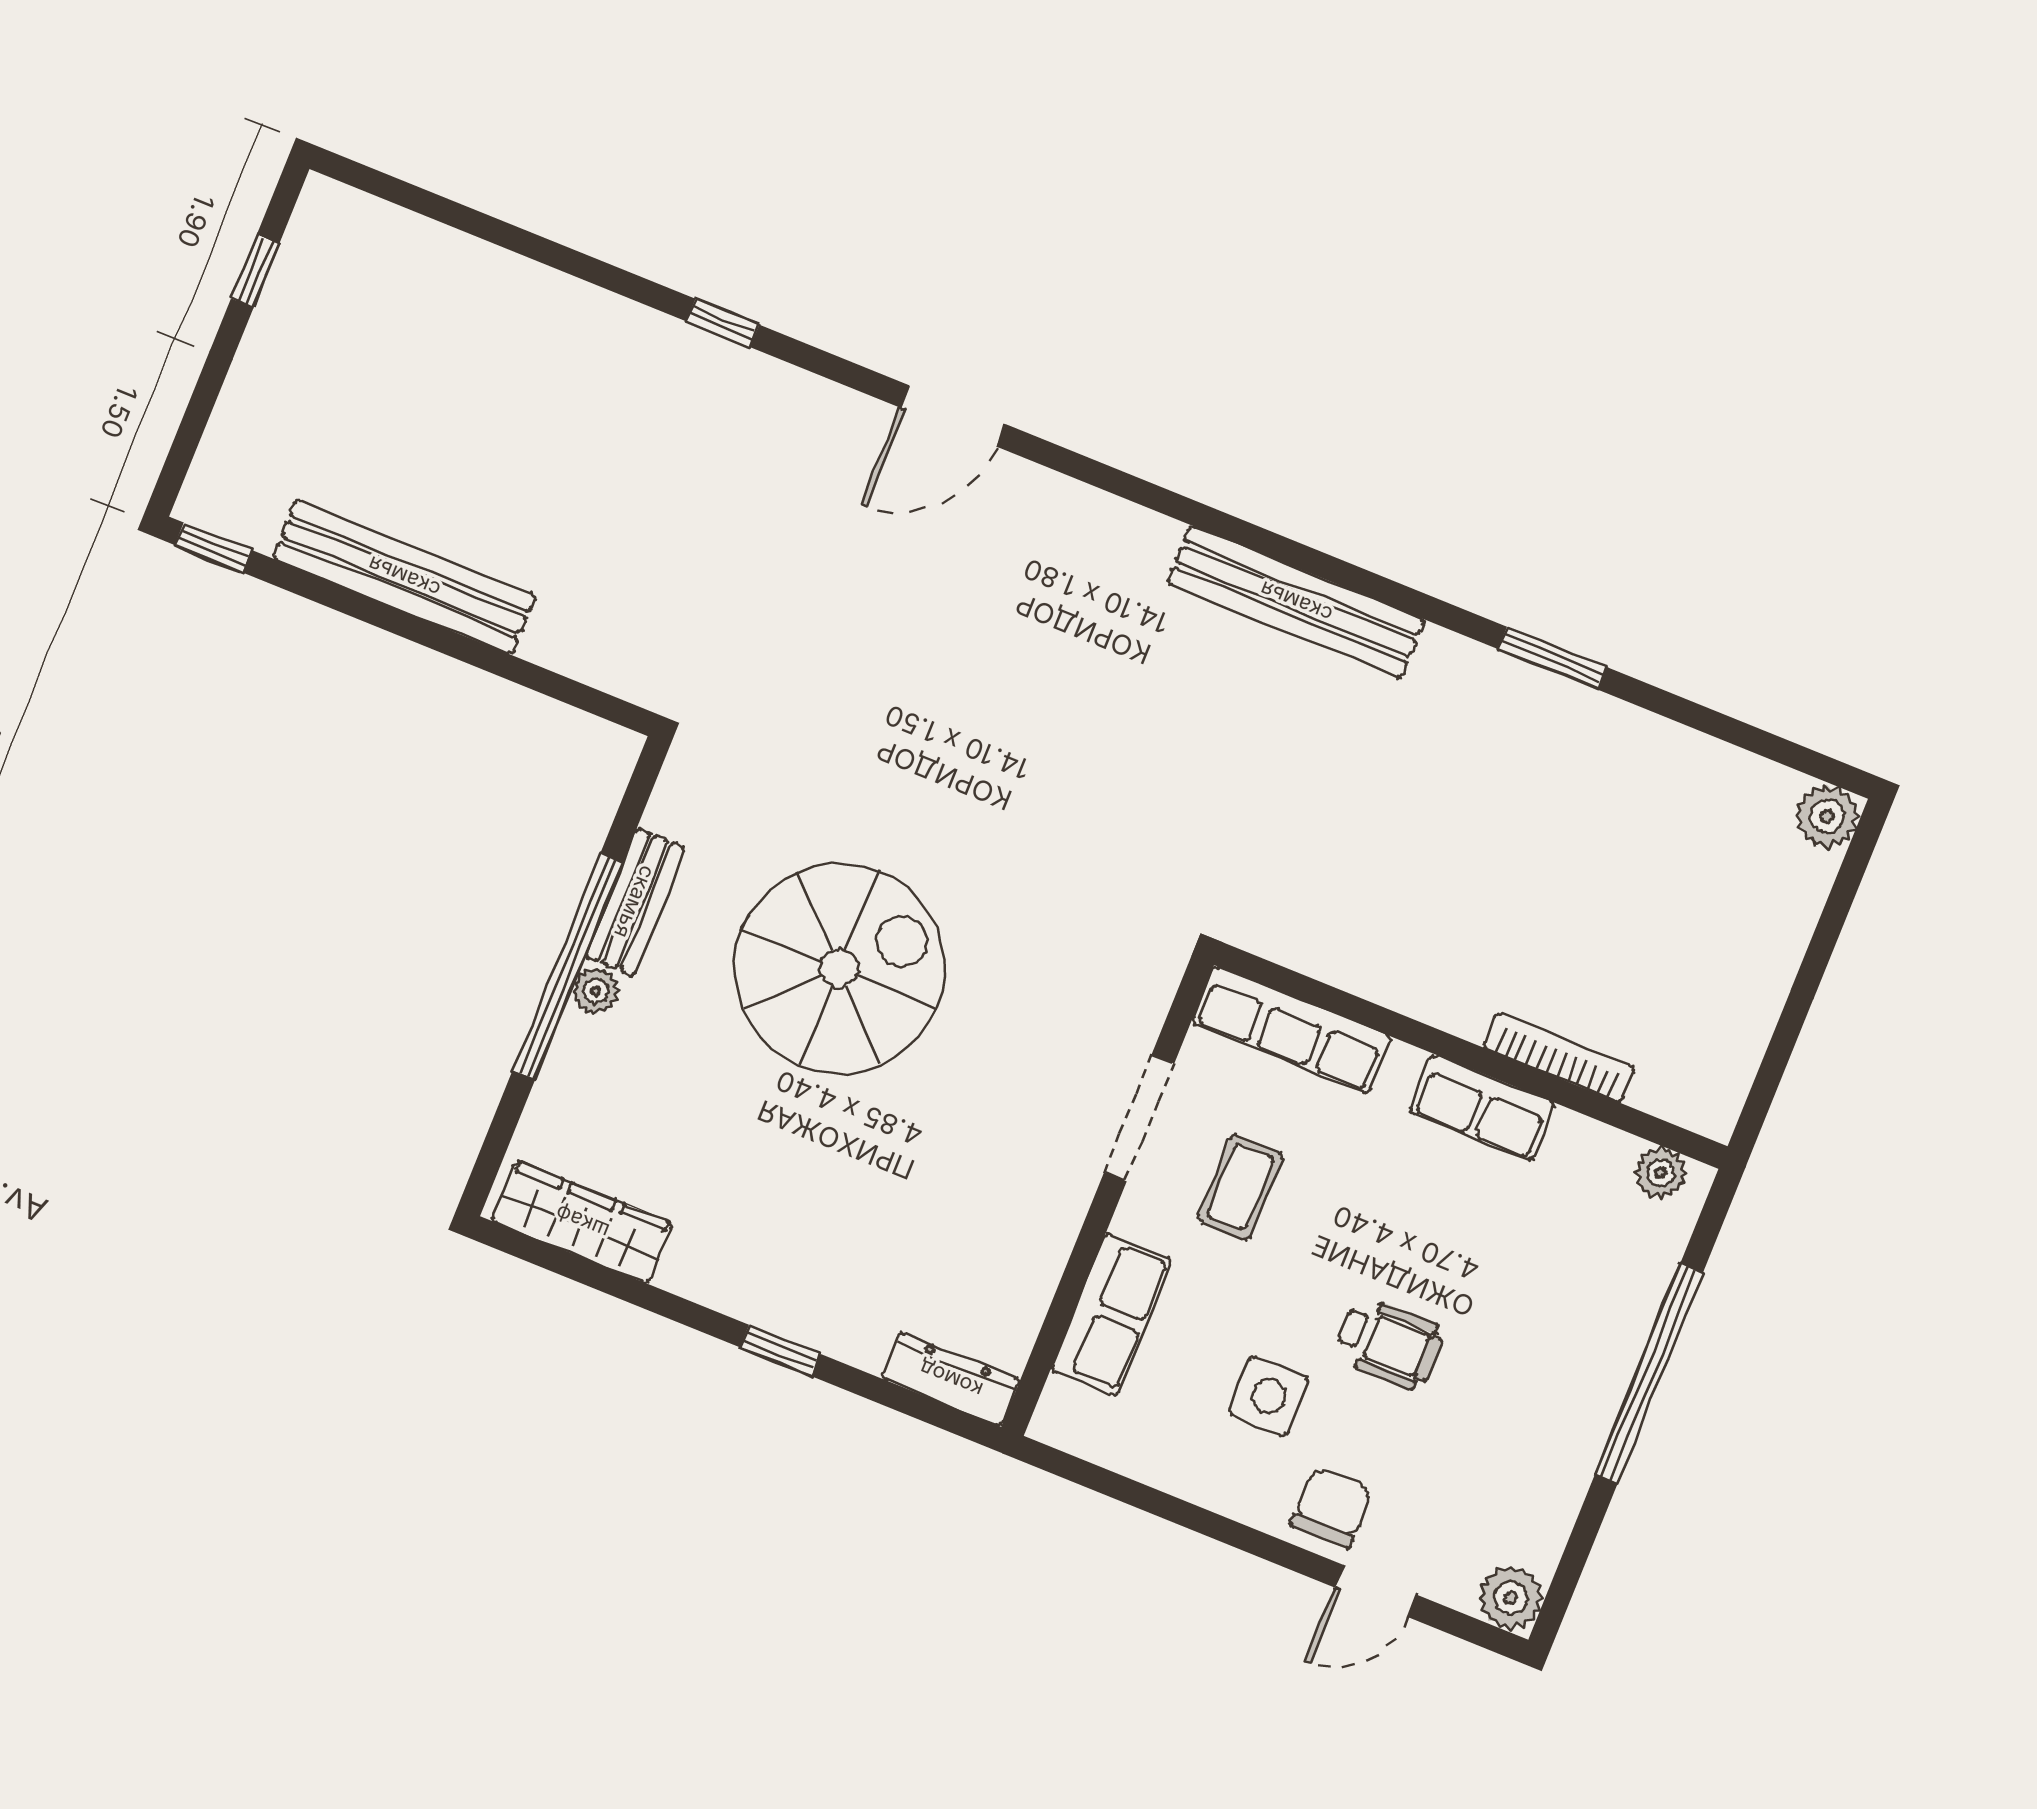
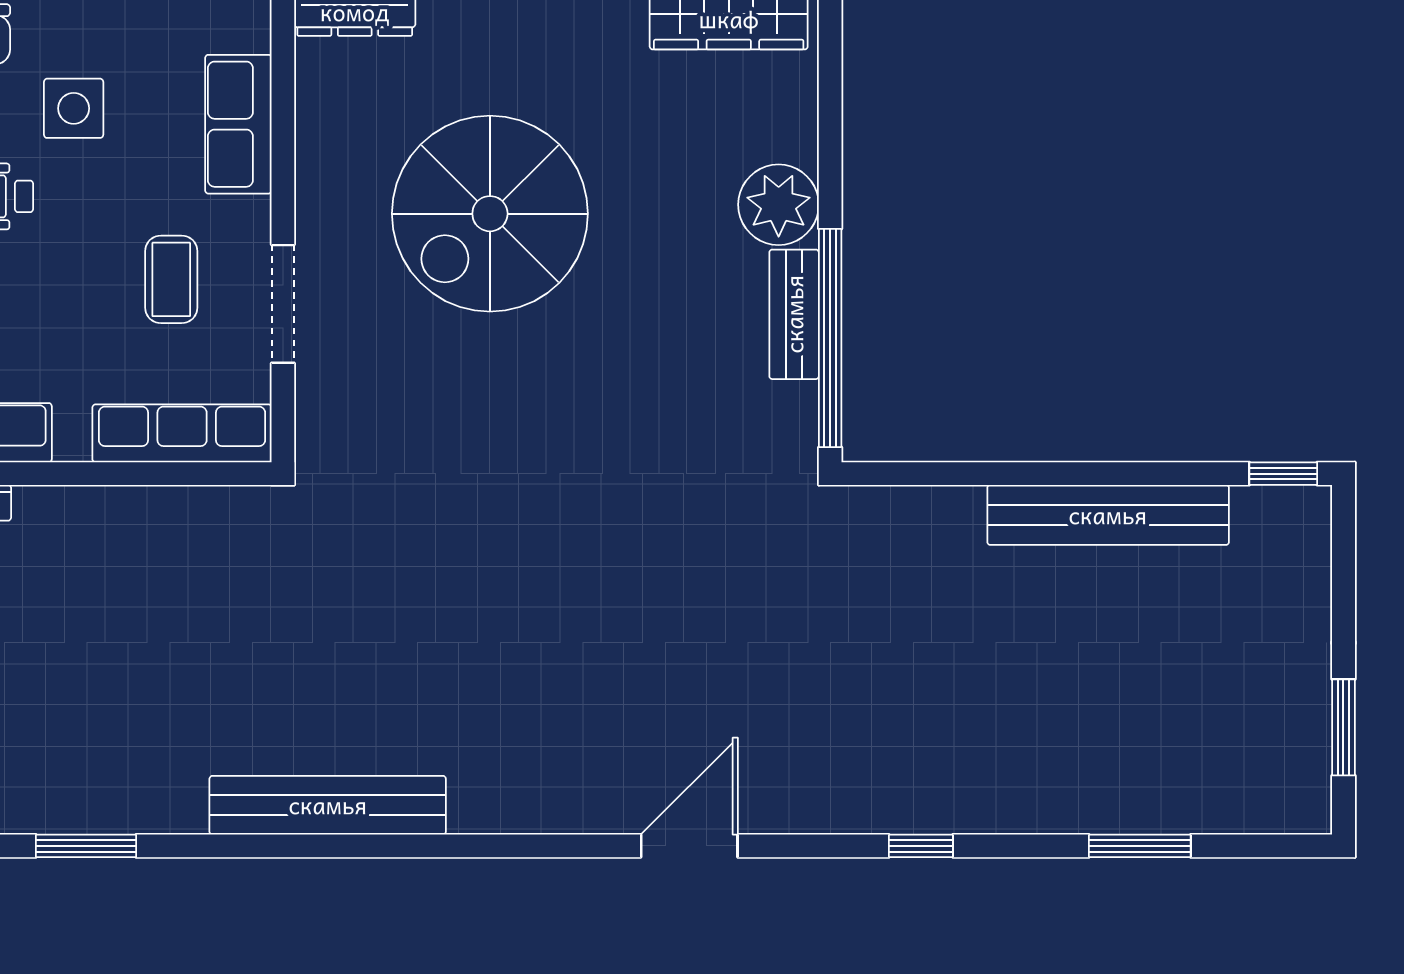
window: (505, 235) -> (1140, 846), added
window: (255, 271) -> (1343, 727), width x1.50
window: (568, 966) -> (830, 338), moved
spiral stairs: (839, 968) -> (490, 214), moved
plant: (596, 991) -> (779, 205), width x1.87, depth x1.87

